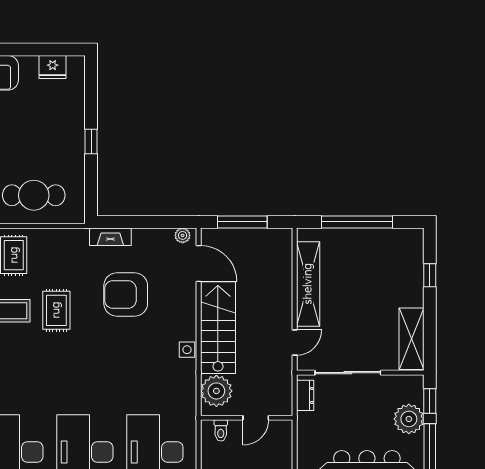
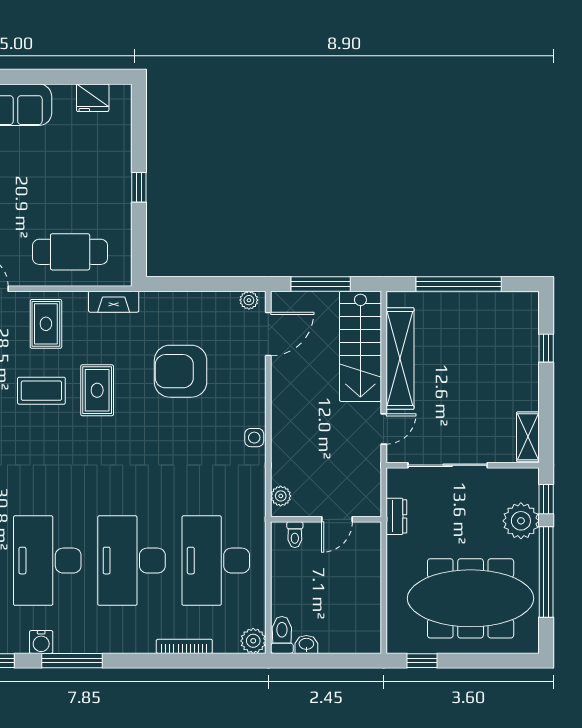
fireplace: (110, 237) -> (114, 302), moved
door: (199, 264) -> (268, 334), hinge flipped
stairs: (218, 328) -> (360, 346), moved, turned 180
shelving: (412, 339) -> (528, 437), width x0.67, depth x0.75
plant: (216, 391) -> (281, 496), width x0.53, depth x0.53
dresser: (305, 395) -> (396, 516), moved

